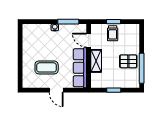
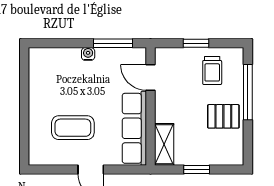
trolley: (113, 33) -> (212, 70), moved
shelving: (96, 61) -> (164, 144), moved
window: (142, 68) -> (248, 92), moved

